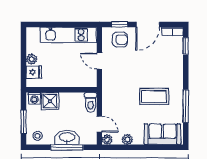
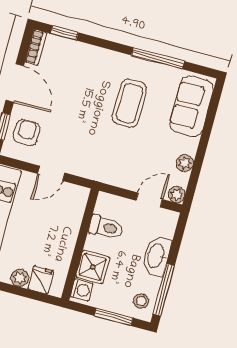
toilet: (91, 102) -> (106, 227), moved
window: (67, 147) -> (164, 290), moved

